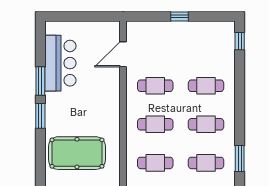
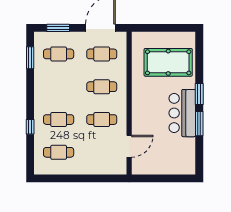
window: (180, 16) -> (81, 178), removed
window: (240, 41) -> (30, 127), moved
bar counter: (60, 63) -> (182, 113), moved
cafe table: (206, 124) -> (59, 152), moved

